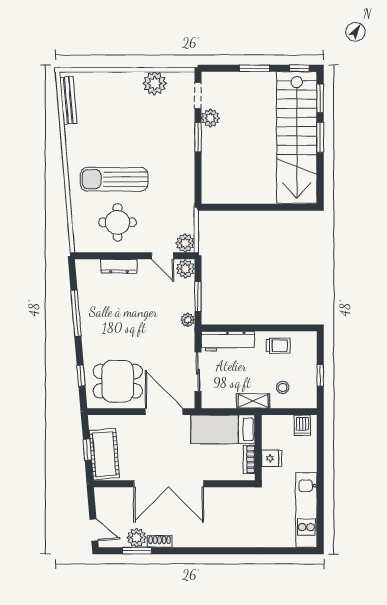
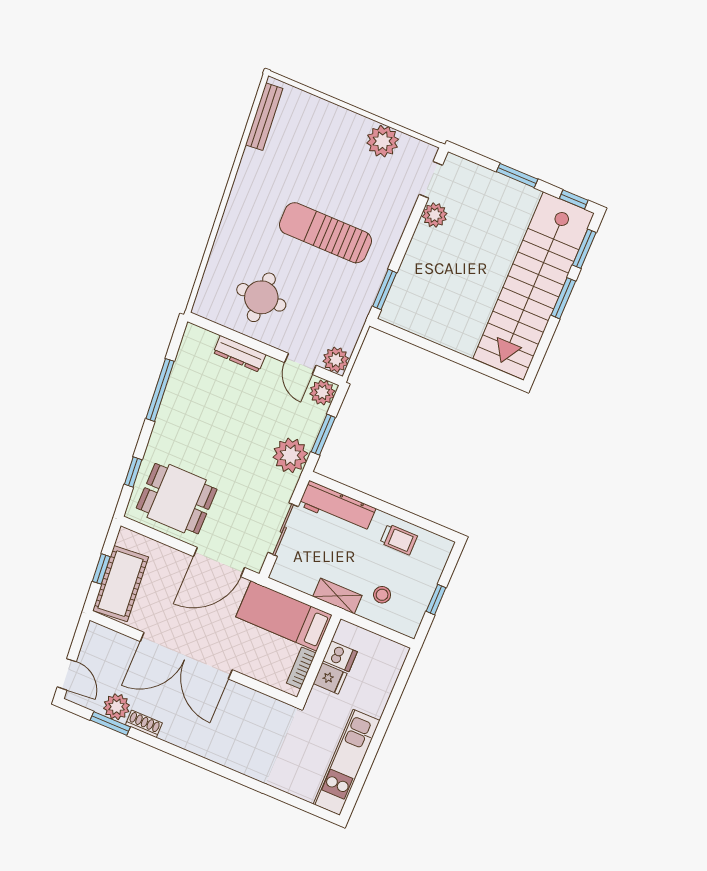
window: (198, 137) -> (385, 289), moved
sun lounger: (114, 179) -> (325, 233), moved
plant: (188, 320) -> (290, 455), width x1.88, depth x1.88
door: (164, 412) -> (219, 562), swing flipped
dishwasher: (302, 425) -> (340, 656), moved, turned -90

